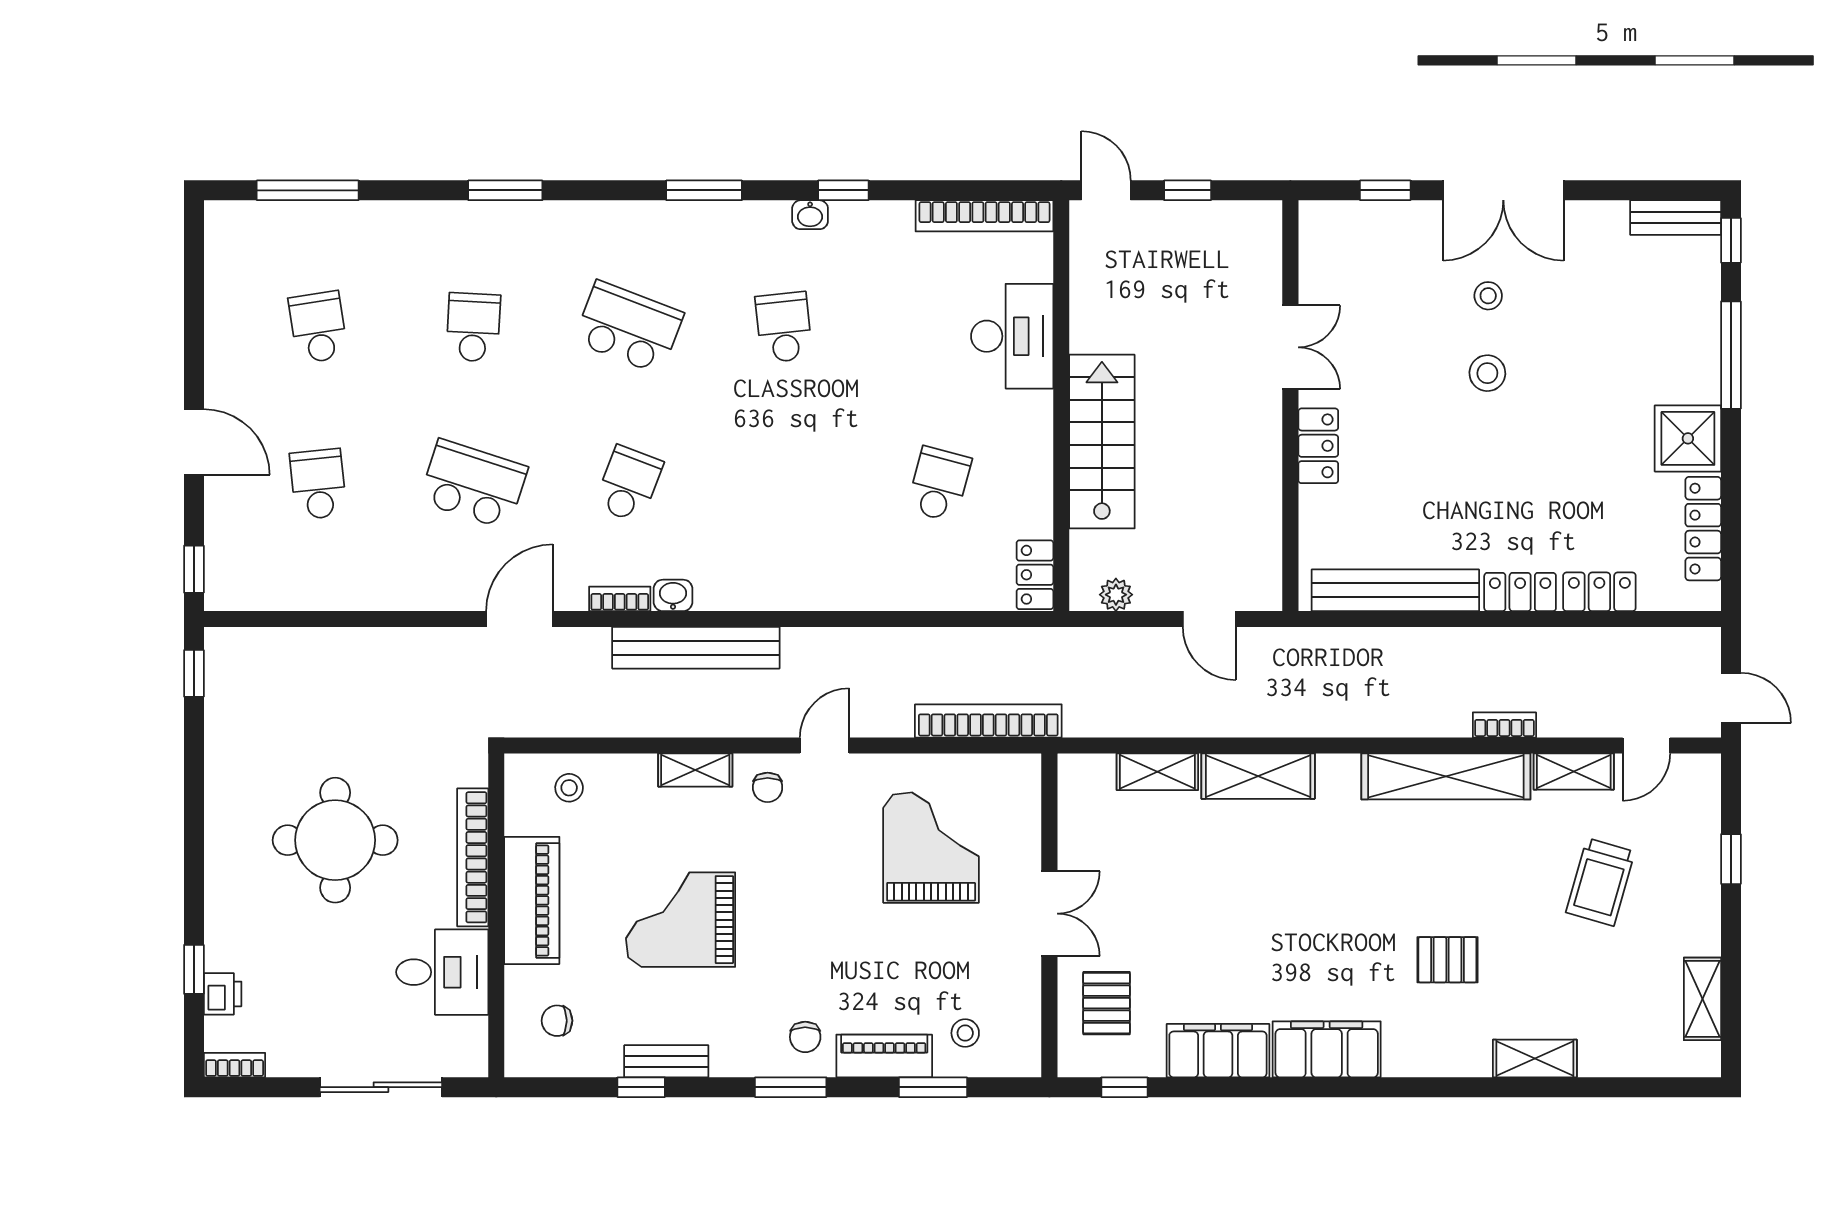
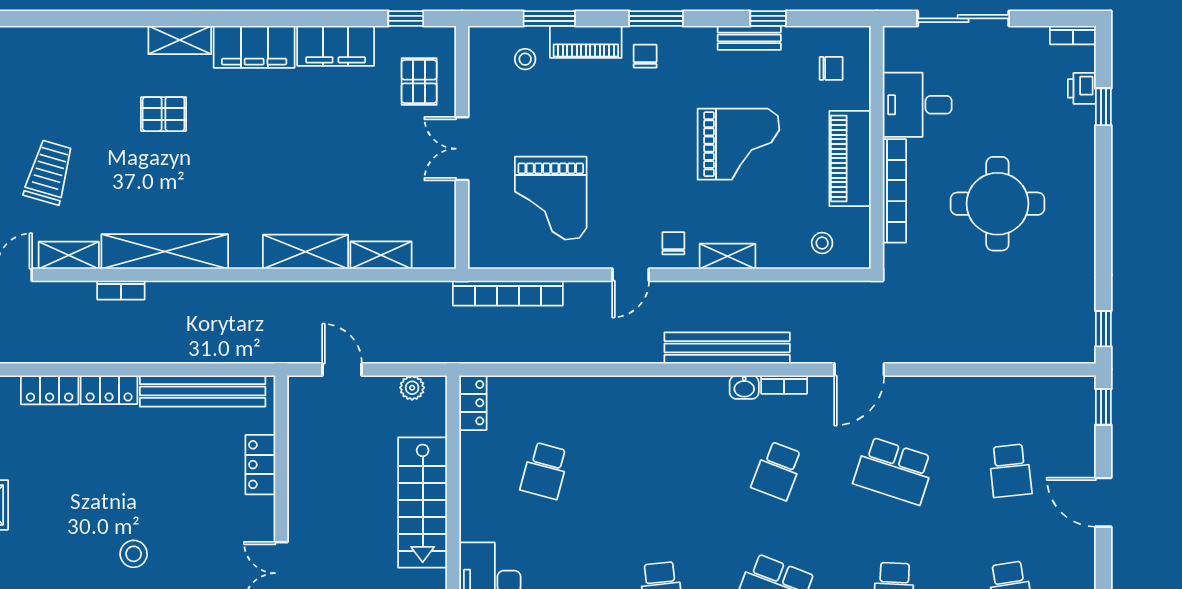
locker: (1318, 446) -> (260, 465), moved
shelving: (1535, 1058) -> (180, 40), moved

